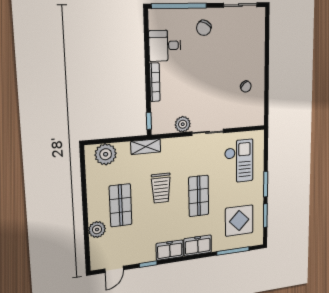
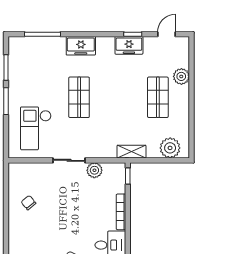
trolley: (161, 188) -> (118, 110), removed
display table: (239, 221) -> (35, 66), removed
freezer: (170, 250) -> (129, 45), moved

